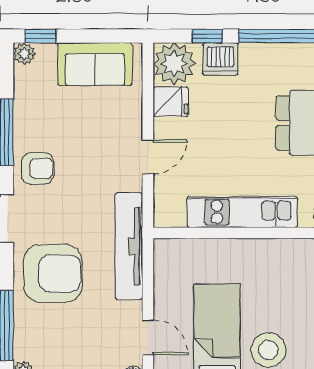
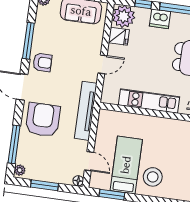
dishwasher: (220, 59) -> (160, 19), moved
armchair: (53, 273) -> (43, 120), turned -90

